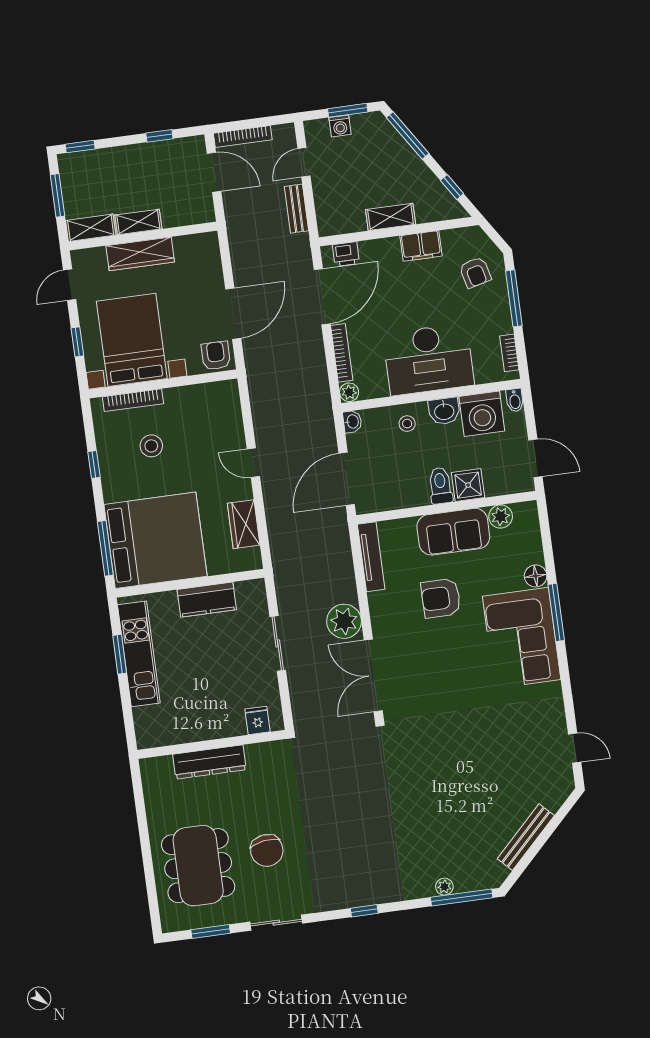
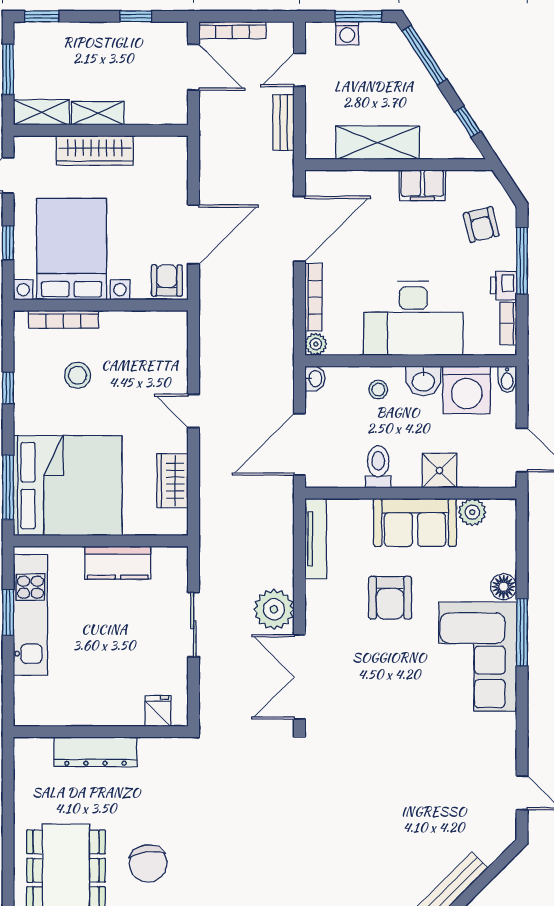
shelving: (391, 217) -> (378, 143), width x1.50, depth x1.33
printer: (346, 254) -> (504, 286), moved, turned 90
toilet: (440, 486) -> (378, 467), moved
armchair: (441, 598) -> (390, 598), turned -90

